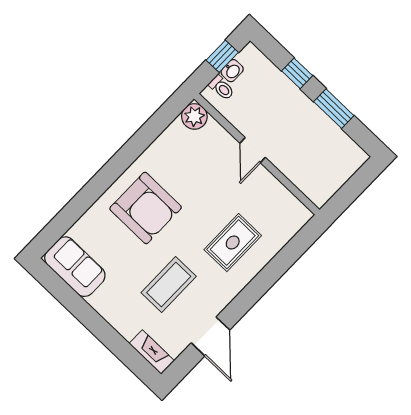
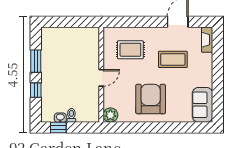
plant: (194, 116) -> (110, 115), moved
door: (253, 150) -> (101, 78), moved
wall: (257, 154) -> (101, 75), moved

